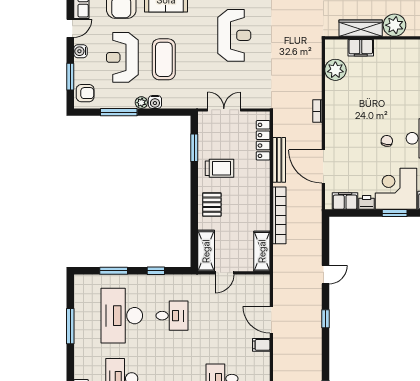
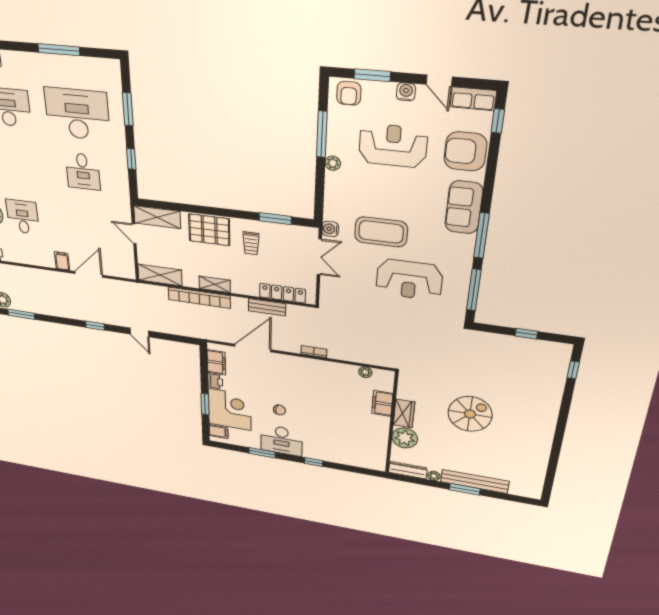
wardrobe: (361, 28) -> (404, 413), width x0.67
coffee table: (164, 59) -> (381, 232), moved
plant: (335, 70) -> (365, 372), width x0.53, depth x0.53
water cooler: (155, 102) -> (330, 229), moved
bench: (279, 160) -> (267, 307), width x0.73
trolley: (220, 168) -> (251, 243), width x0.73, depth x0.72
shelving: (264, 201) -> (215, 284), added
pallet: (212, 205) -> (209, 230), width x1.50, depth x1.42

